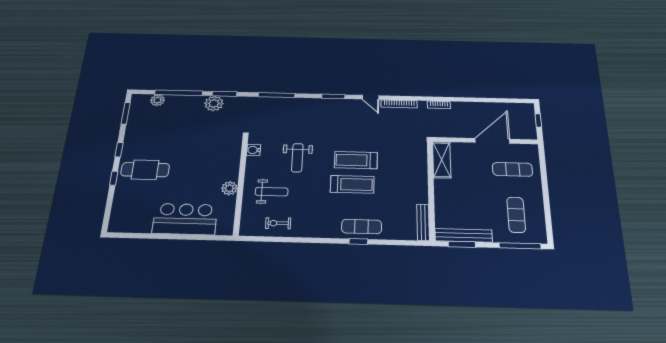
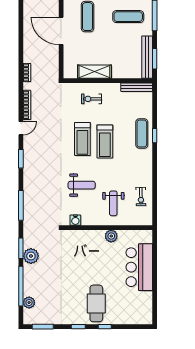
shelving: (442, 160) -> (94, 72), moved
exercise bike: (407, 171) -> (91, 99), added
treadmill: (352, 184) -> (105, 141), turned 180
weight bench: (272, 192) -> (113, 203), turned 180

